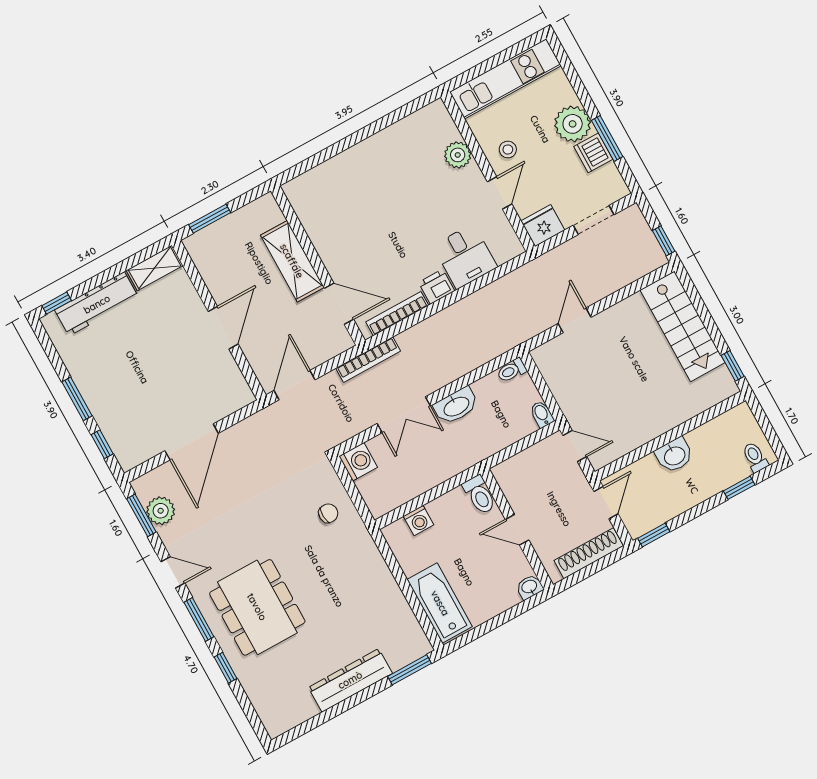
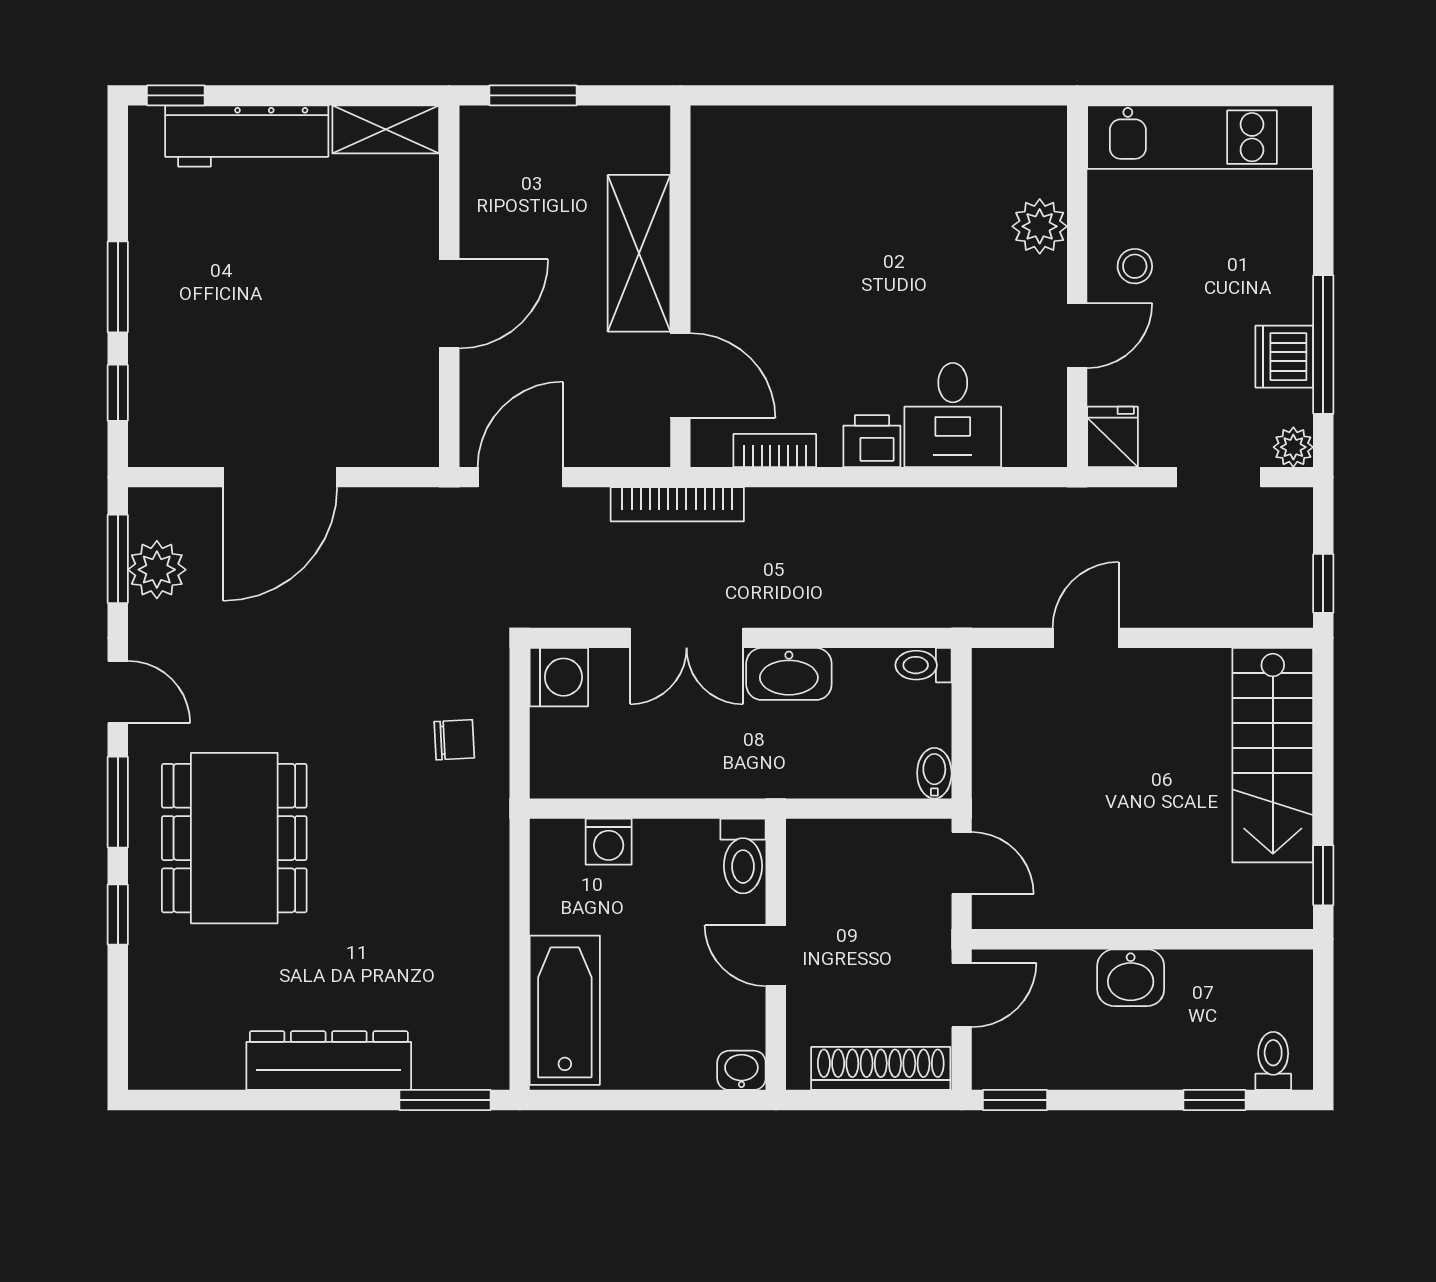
plant: (573, 124) -> (1293, 447), moved, width x0.53, depth x0.53
window: (607, 138) -> (1323, 345), width x1.44
fridge: (543, 226) -> (1113, 437), width x0.72
bookcase: (397, 314) -> (775, 451), width x0.64

